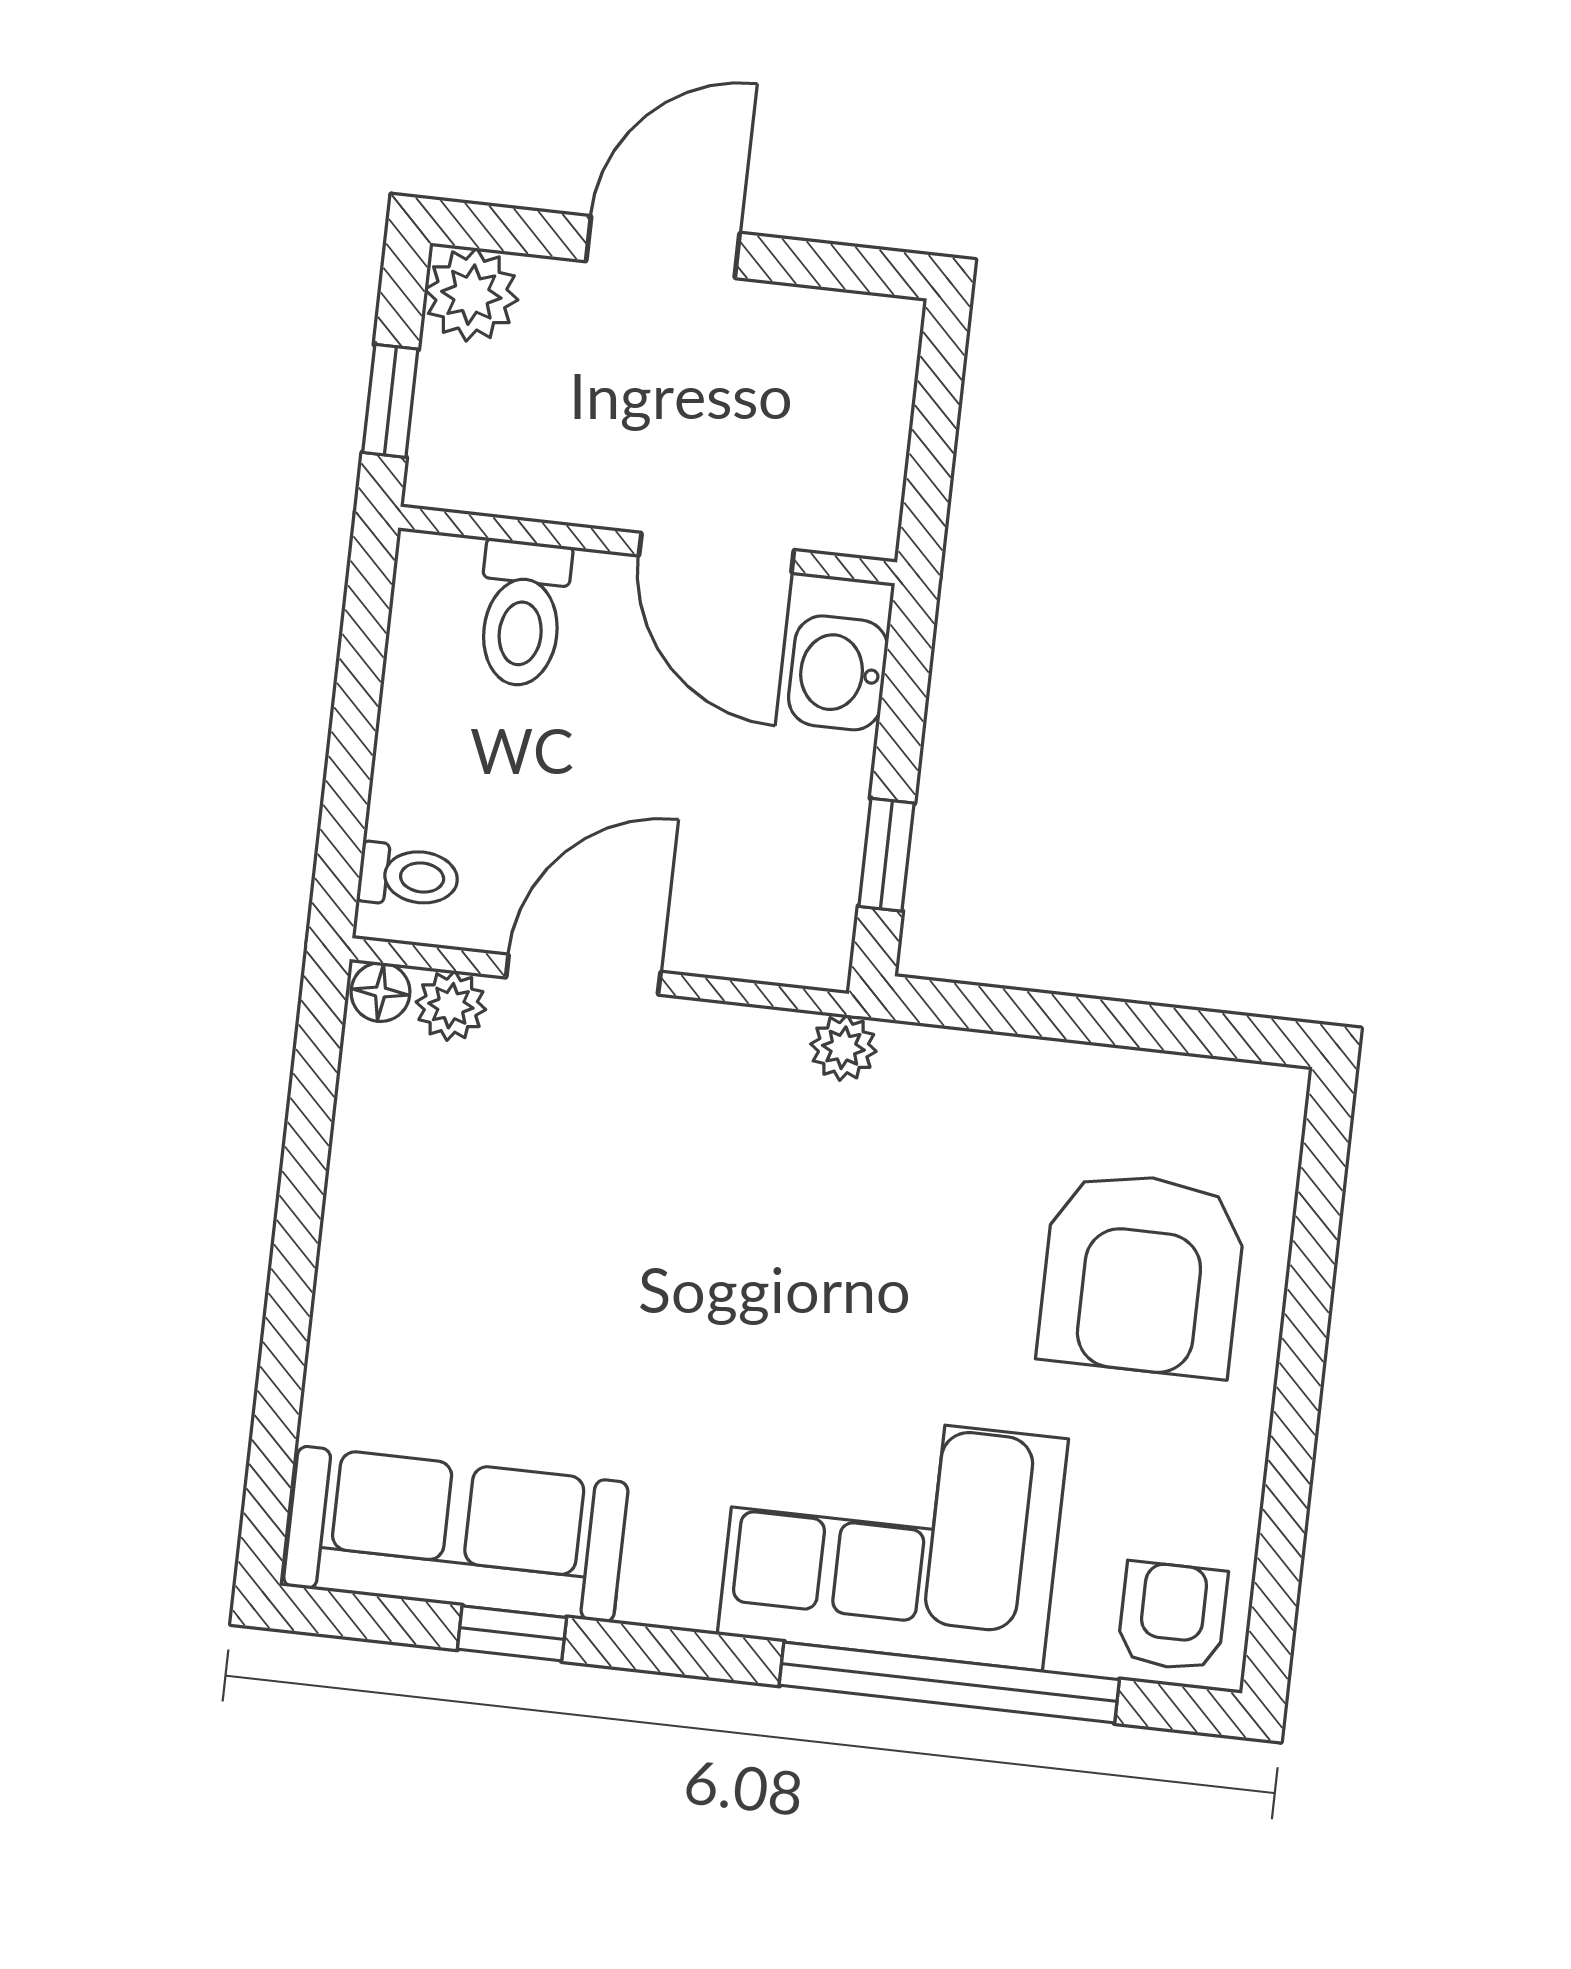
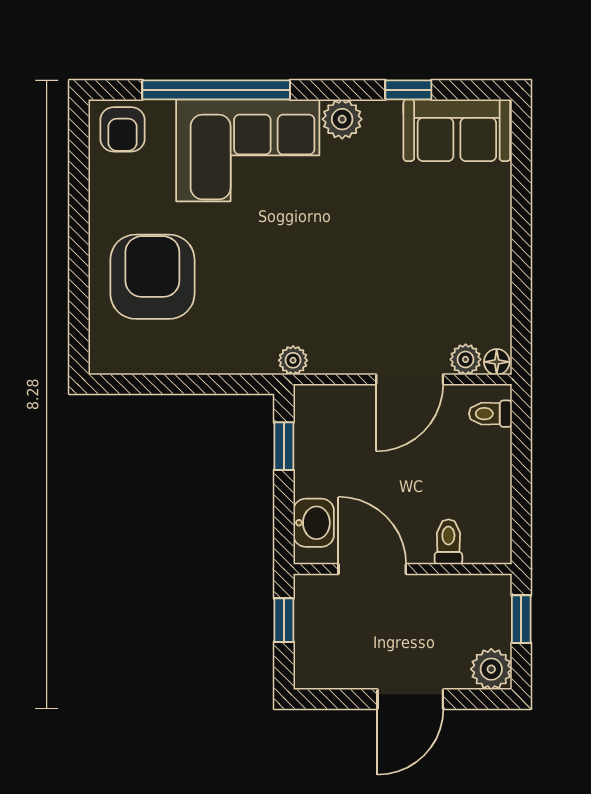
window: (931, 459) -> (284, 620), added
toilet: (522, 614) -> (448, 542), width x0.73, depth x0.72
sofa: (456, 1534) -> (457, 130), width x0.73
plant: (670, 1584) -> (342, 119), added

